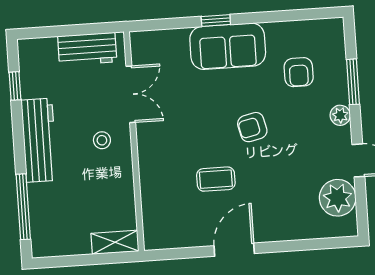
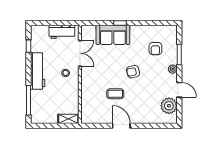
sofa: (228, 46) -> (113, 35), moved
door: (234, 250) -> (121, 126), hinge flipped

